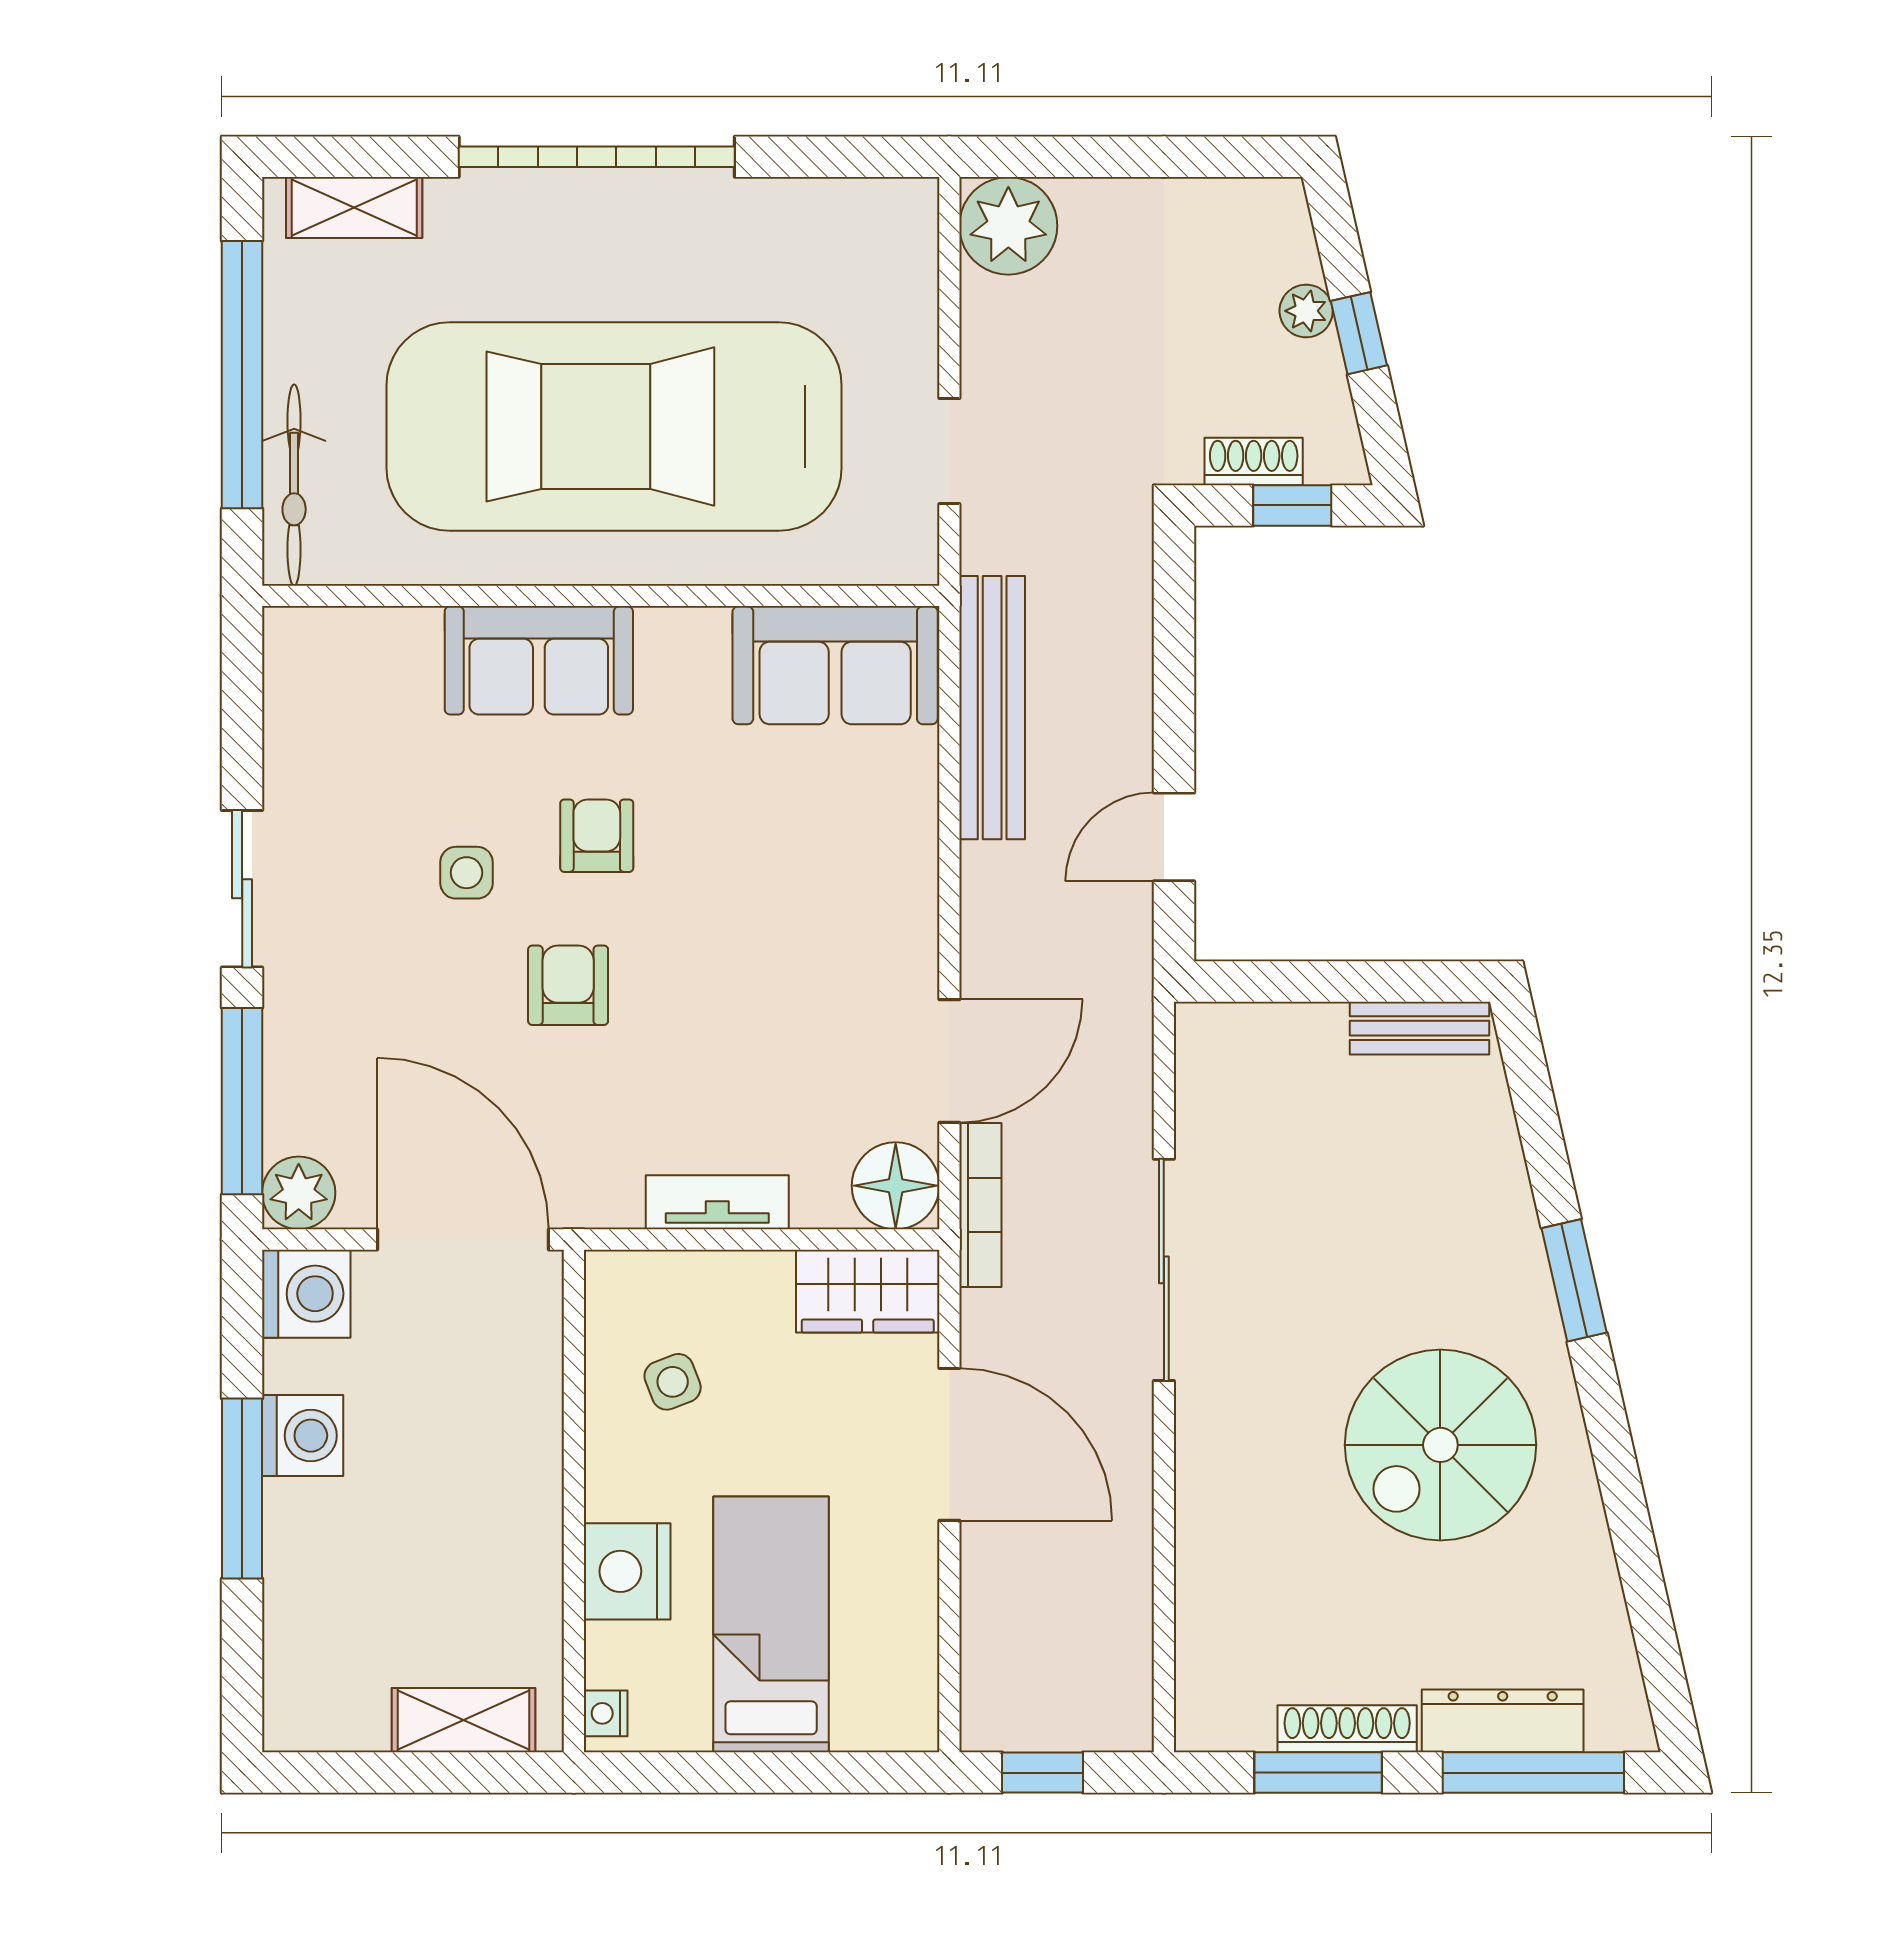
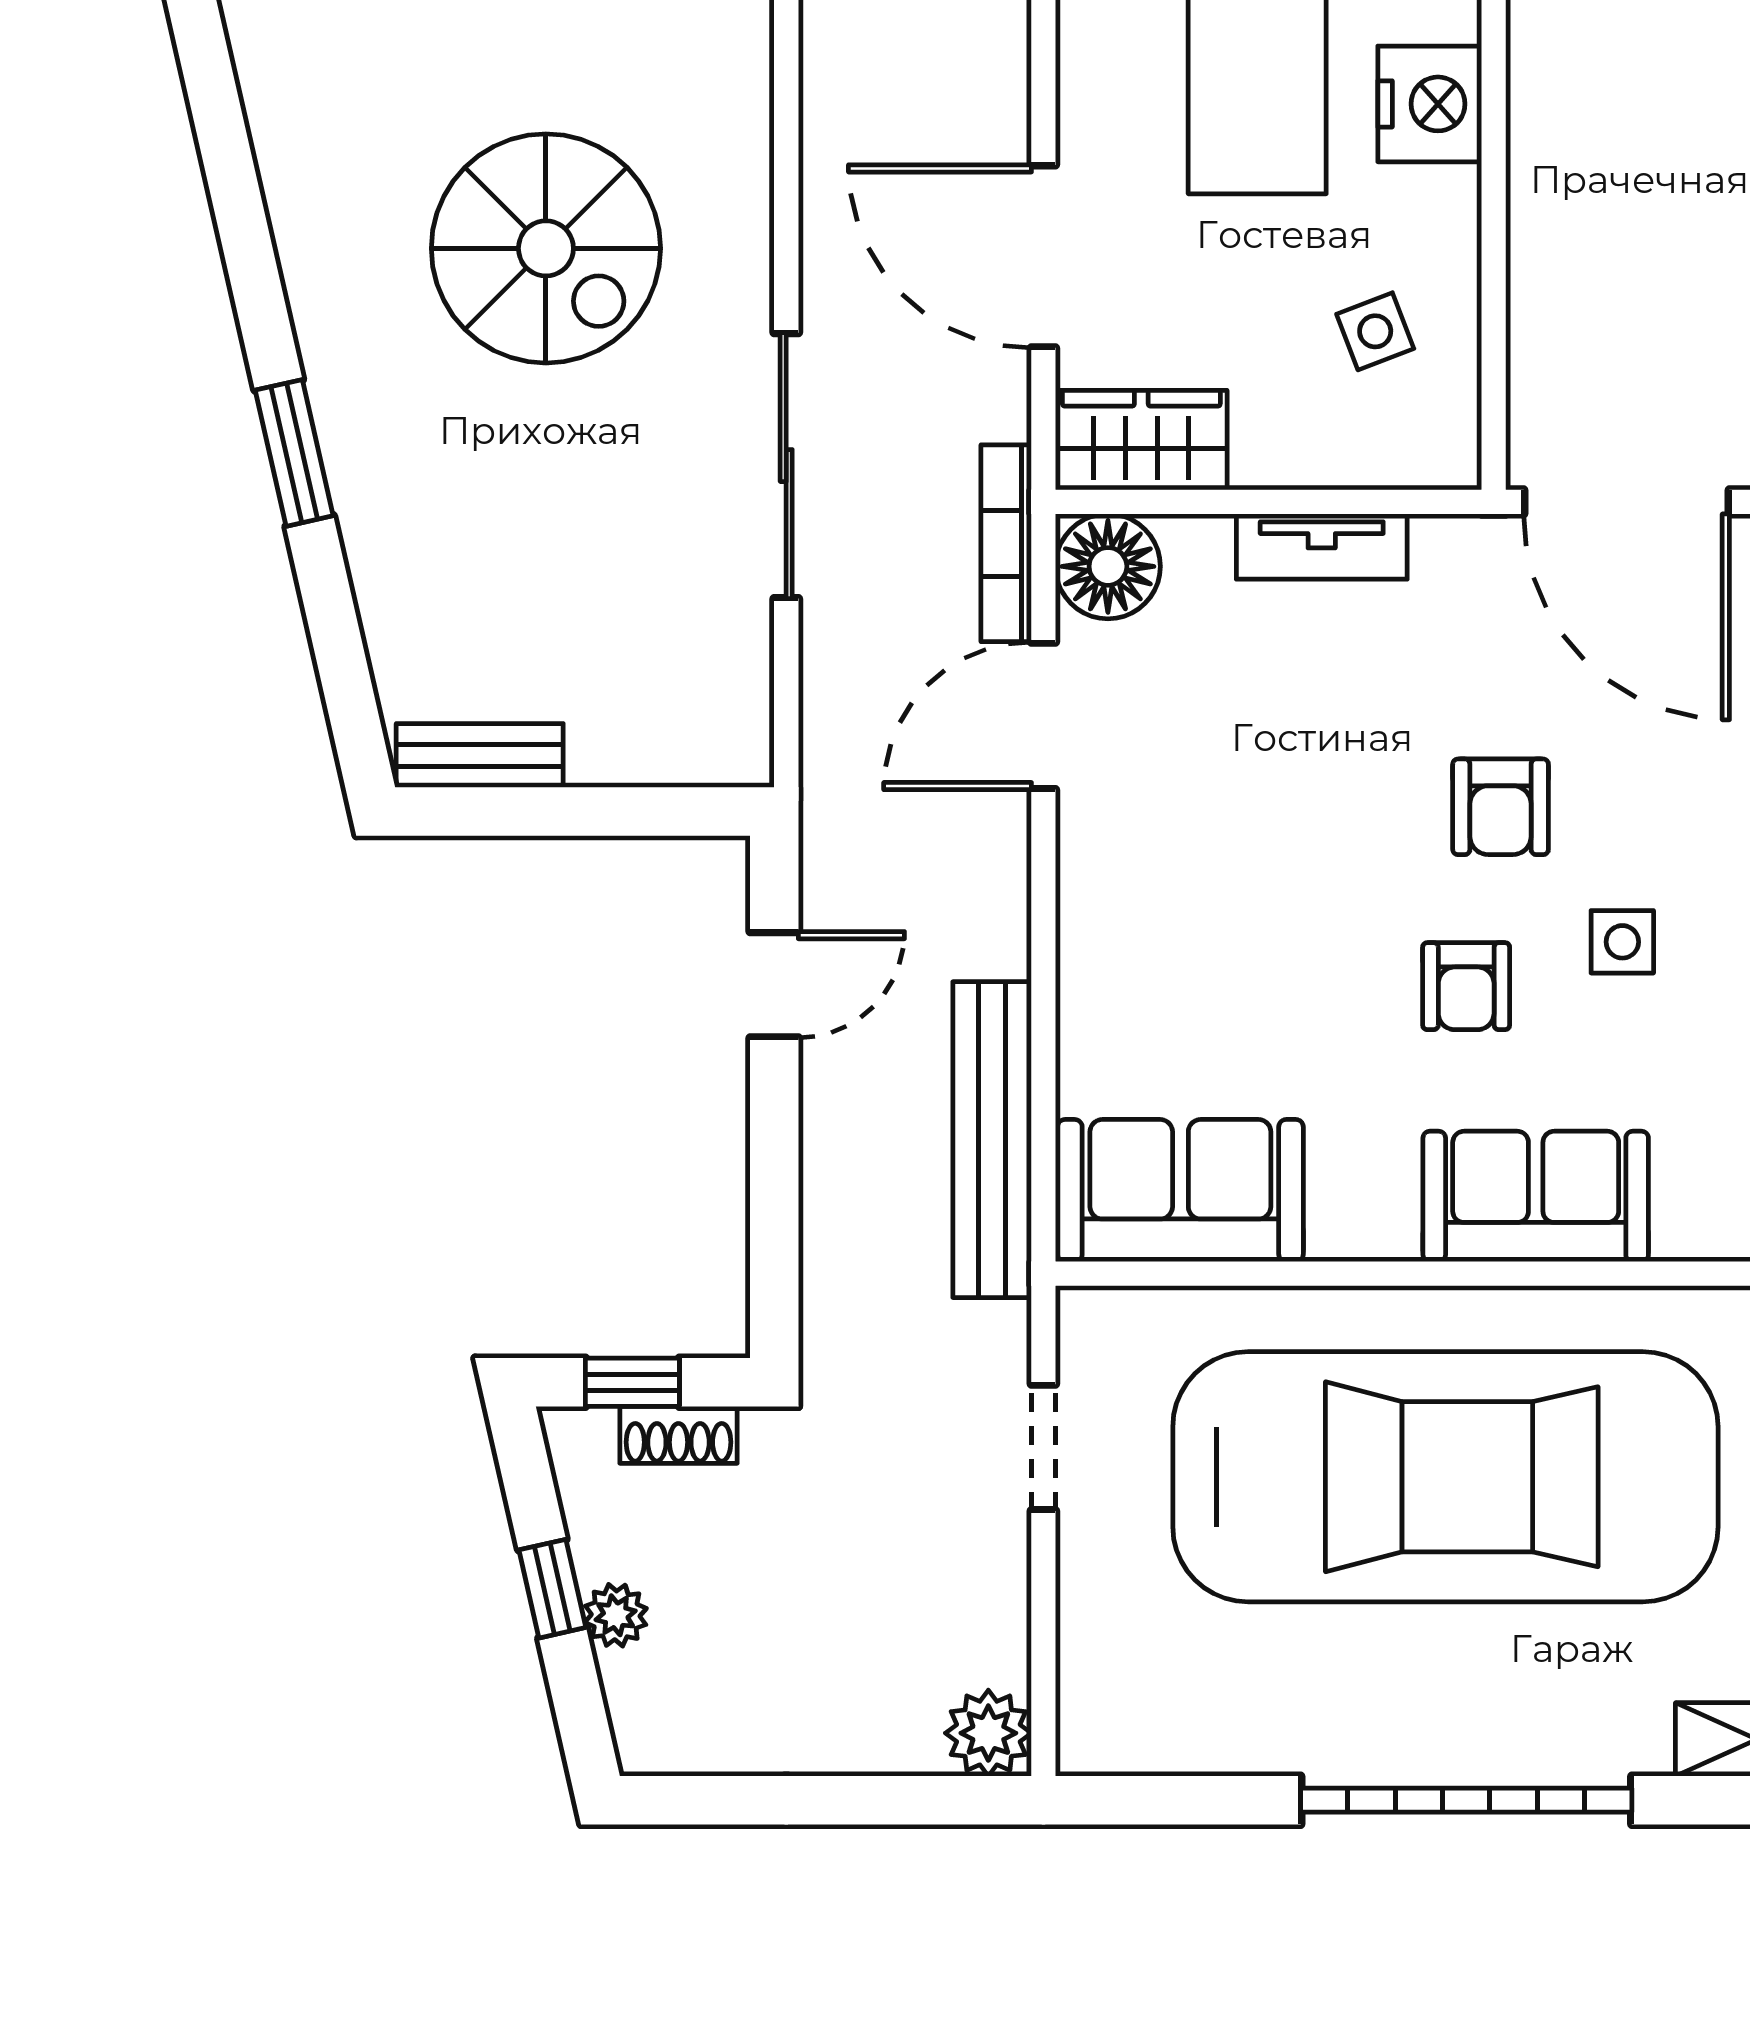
plant: (1008, 226) -> (988, 1733), width x0.73, depth x0.73
spiral stairs: (1440, 1445) -> (546, 248), moved, turned 90

